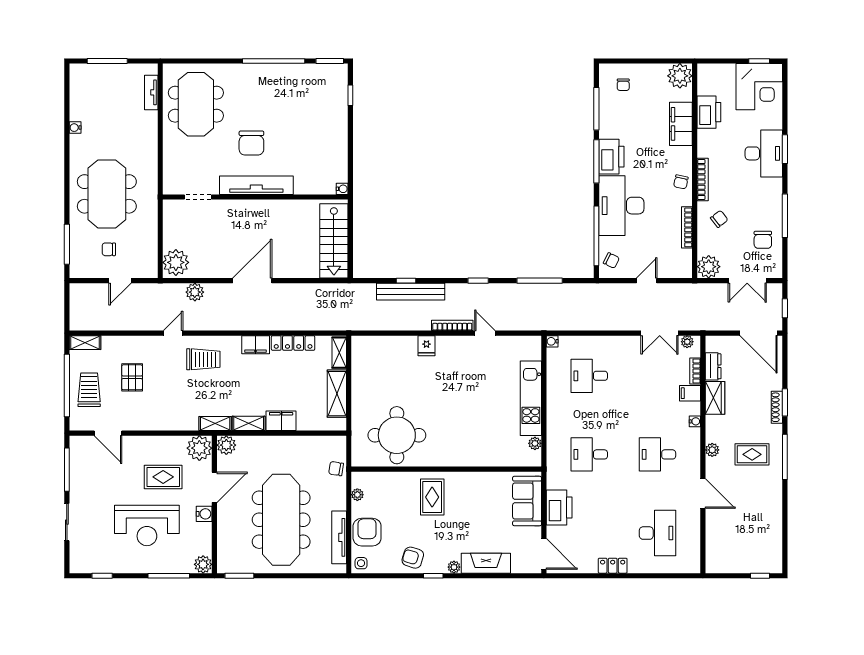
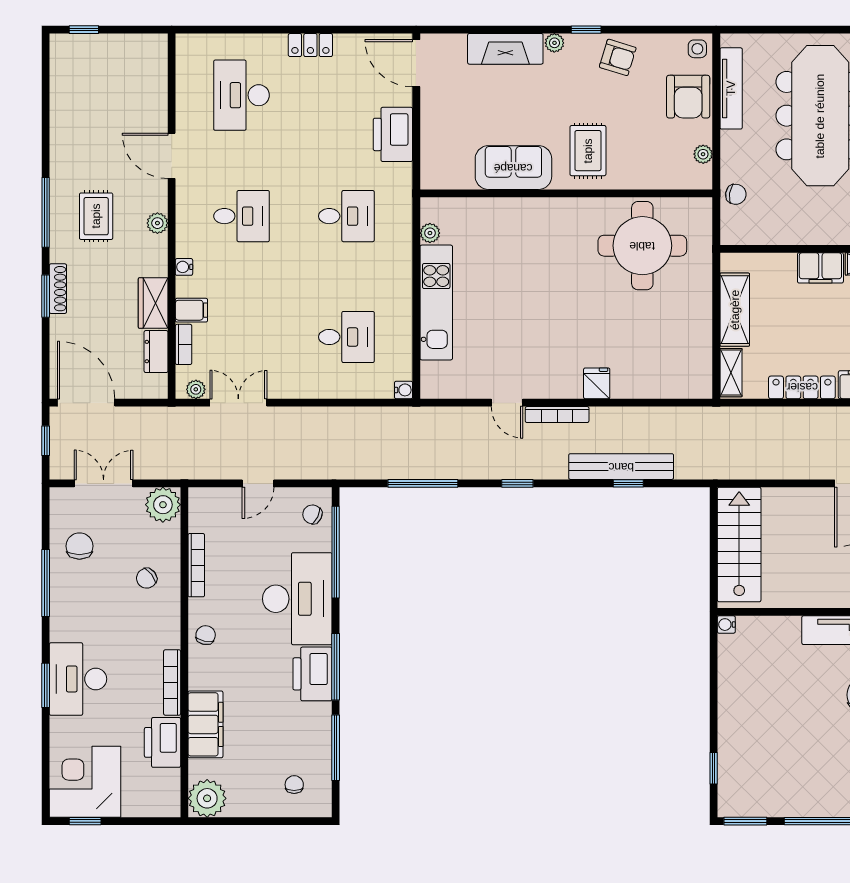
bookcase: (703, 179) -> (172, 683), moved
rug: (752, 454) -> (96, 216), turned 90
sofa: (527, 501) -> (513, 168), moved, turned -90

